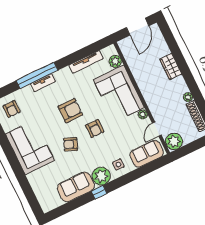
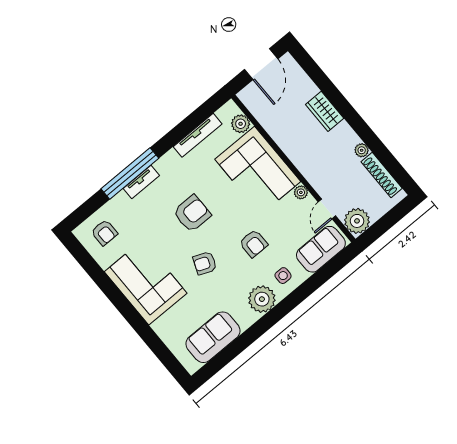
armchair: (95, 129) -> (253, 243), moved
sofa: (76, 187) -> (213, 337), moved
window: (99, 192) -> (265, 324), removed

